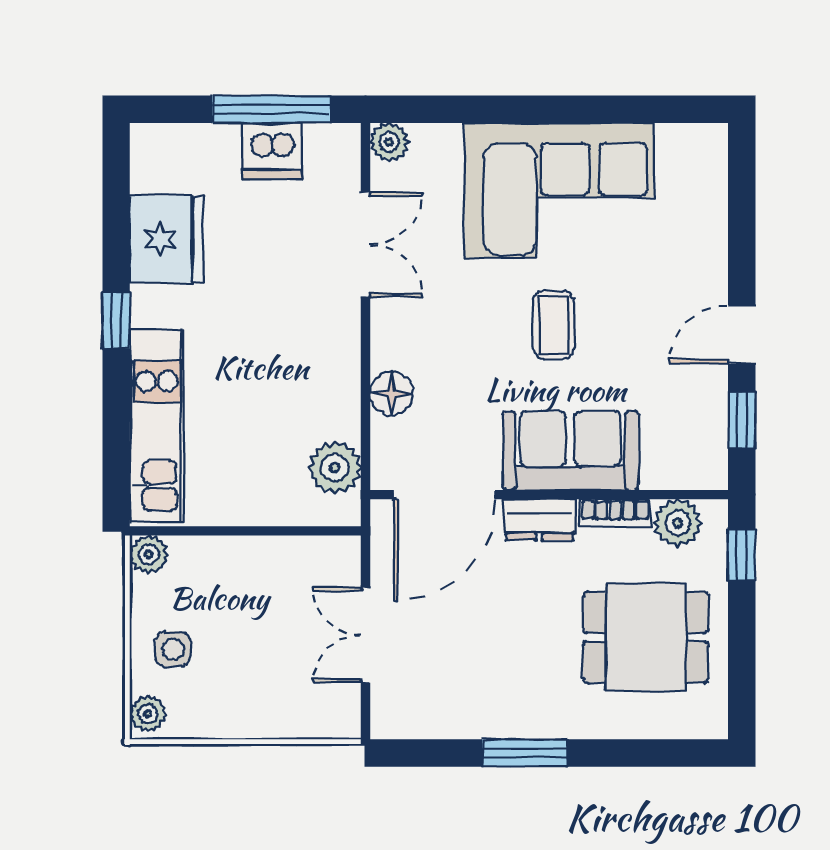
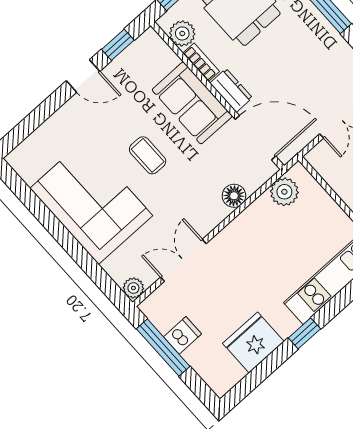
dishwasher: (272, 151) -> (182, 335), width x0.73
coffee table: (554, 325) -> (148, 155), turned 90

